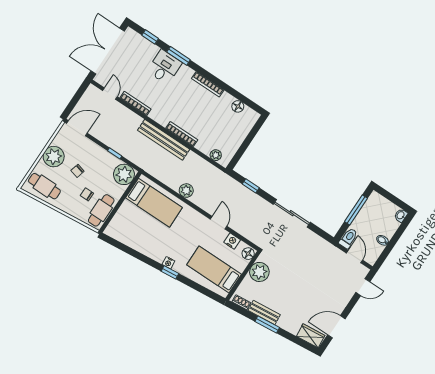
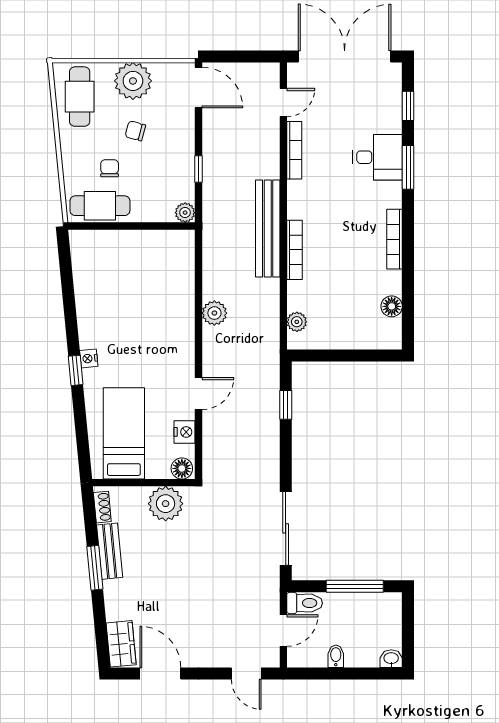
plant: (124, 174) -> (185, 213), width x0.53, depth x0.53
bed: (154, 203) -> (164, 277), removed
sliding door: (292, 213) -> (286, 528), moved

